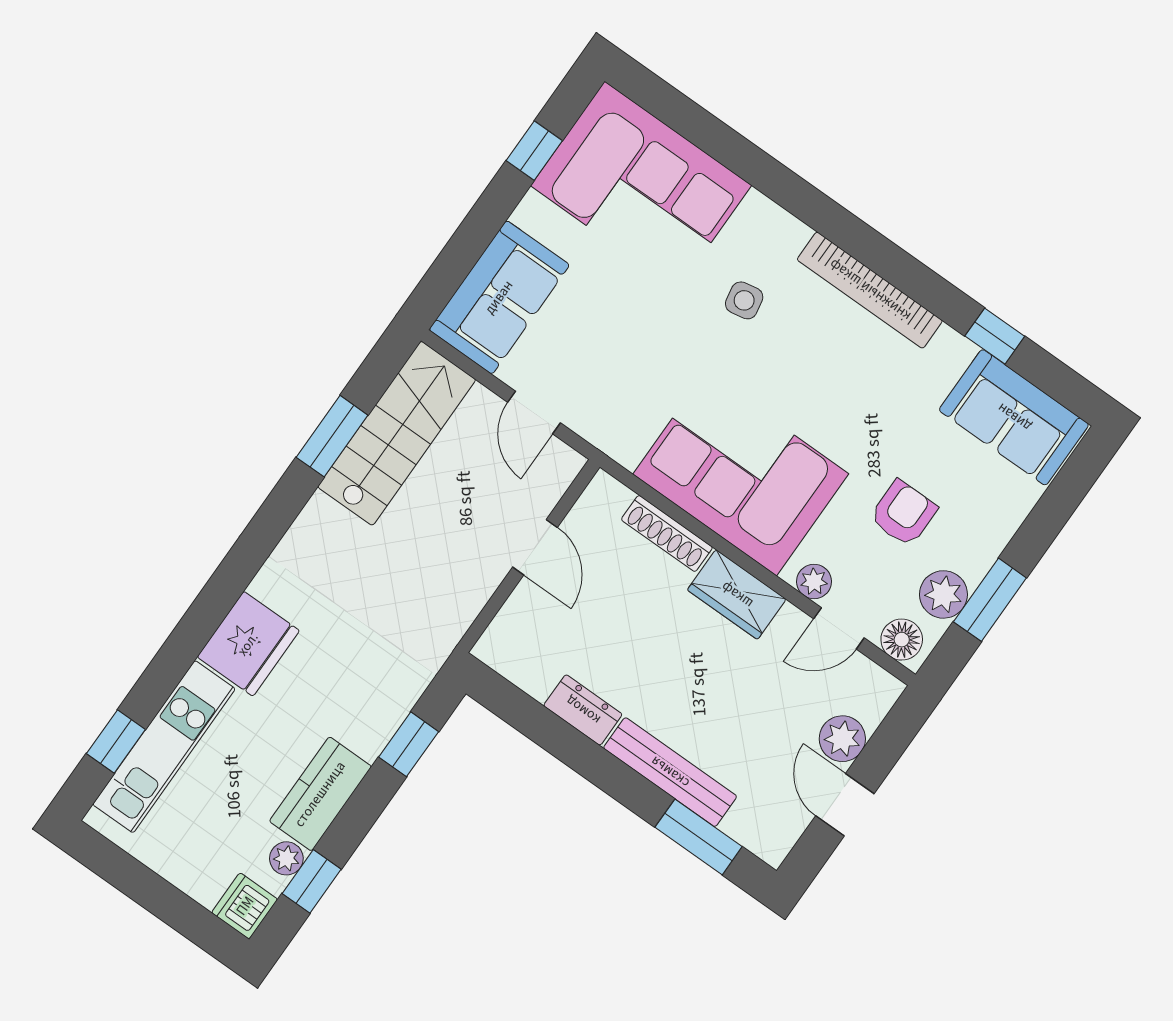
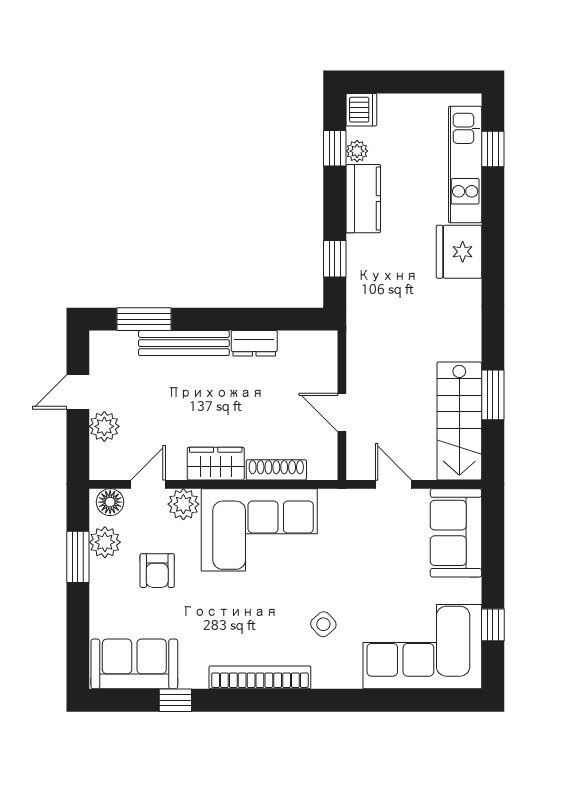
side table: (744, 300) -> (323, 624), turned -31
plant: (814, 582) -> (183, 504), width x1.38, depth x1.38
door: (845, 805) -> (78, 392), swing flipped

